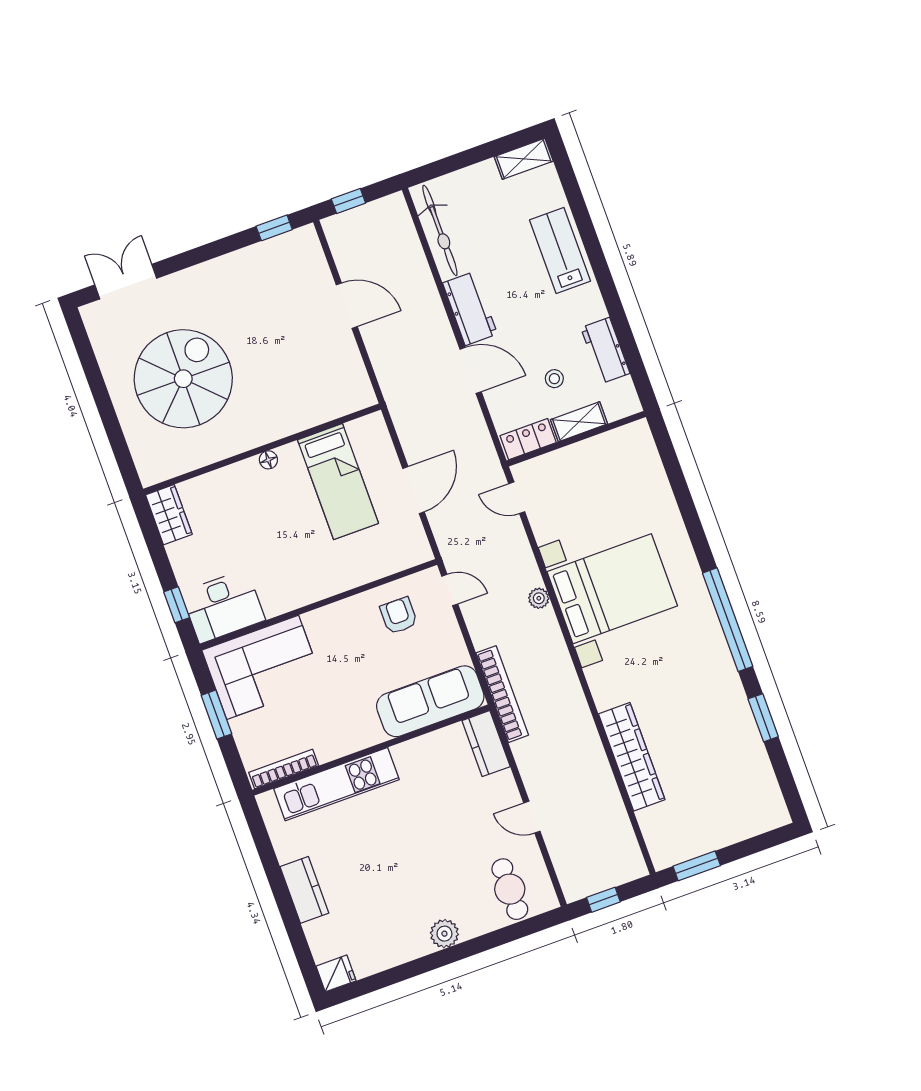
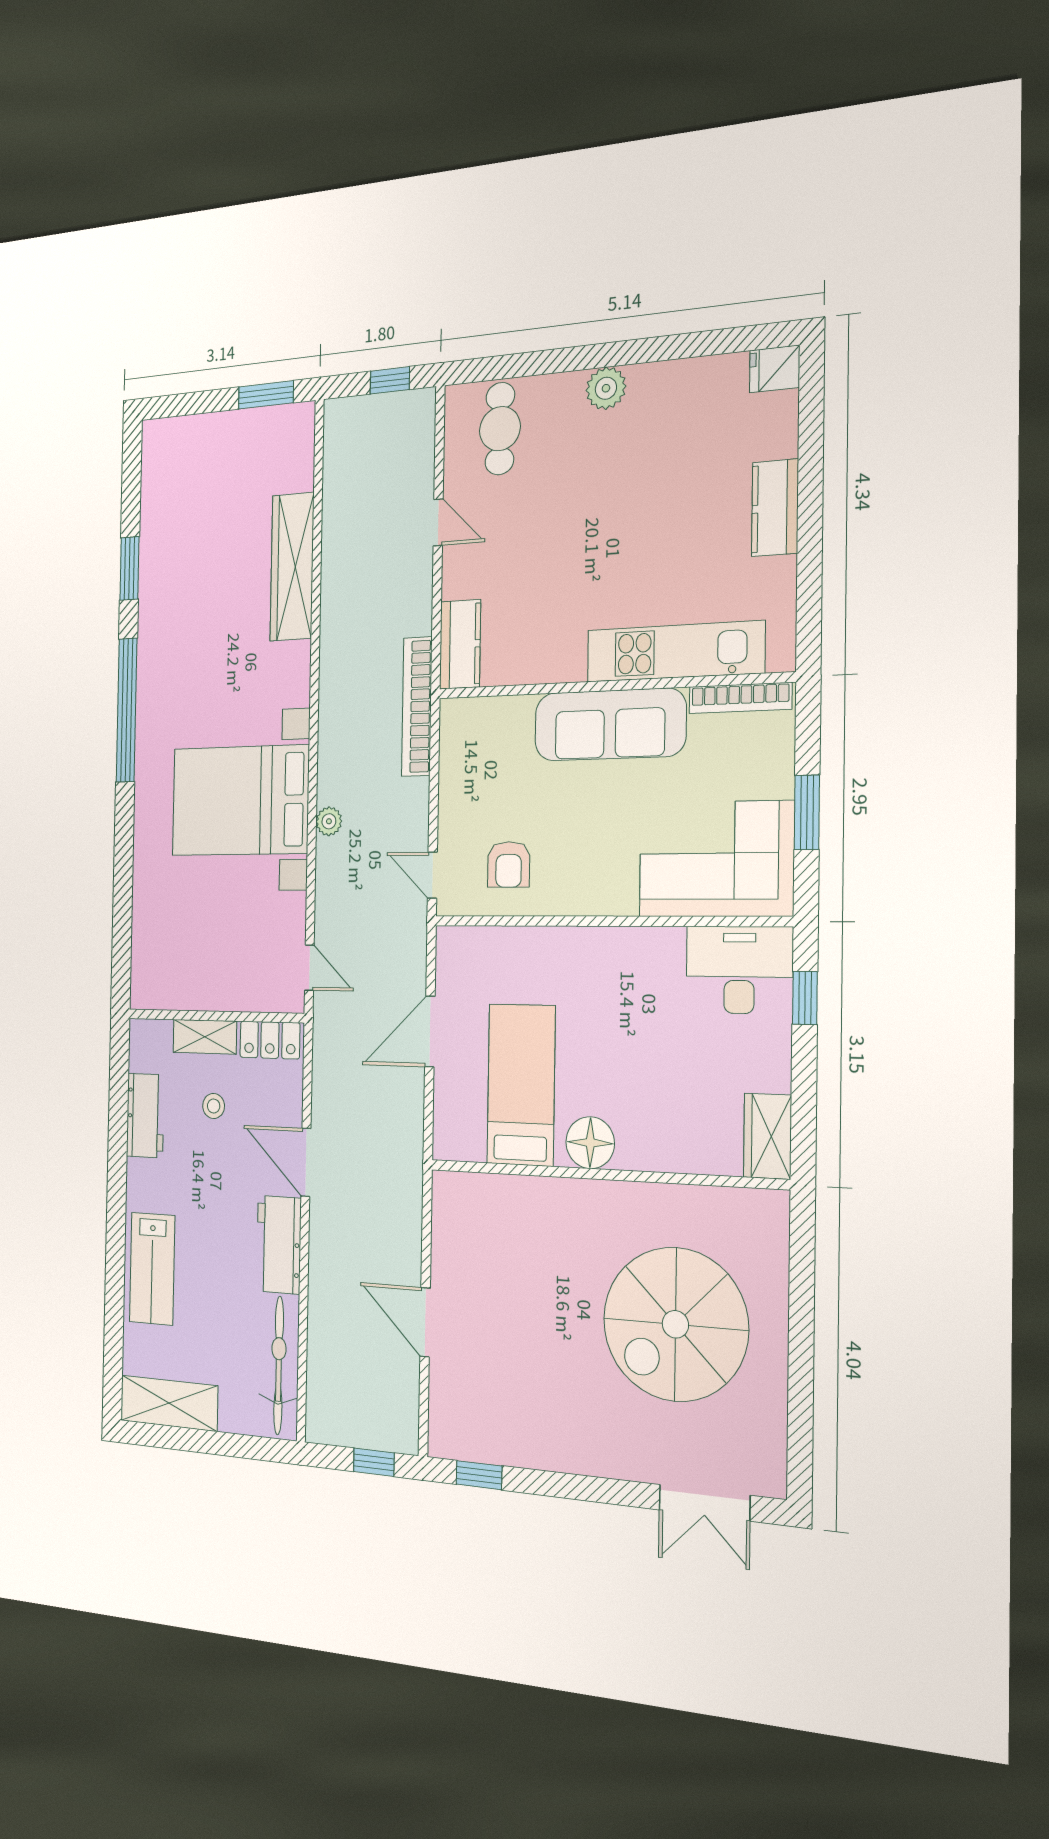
shelving: (524, 159) -> (169, 1403), width x1.50, depth x1.33
floor lamp: (268, 460) -> (590, 1143), width x1.89, depth x1.89
sofa: (430, 701) -> (610, 725), moved

